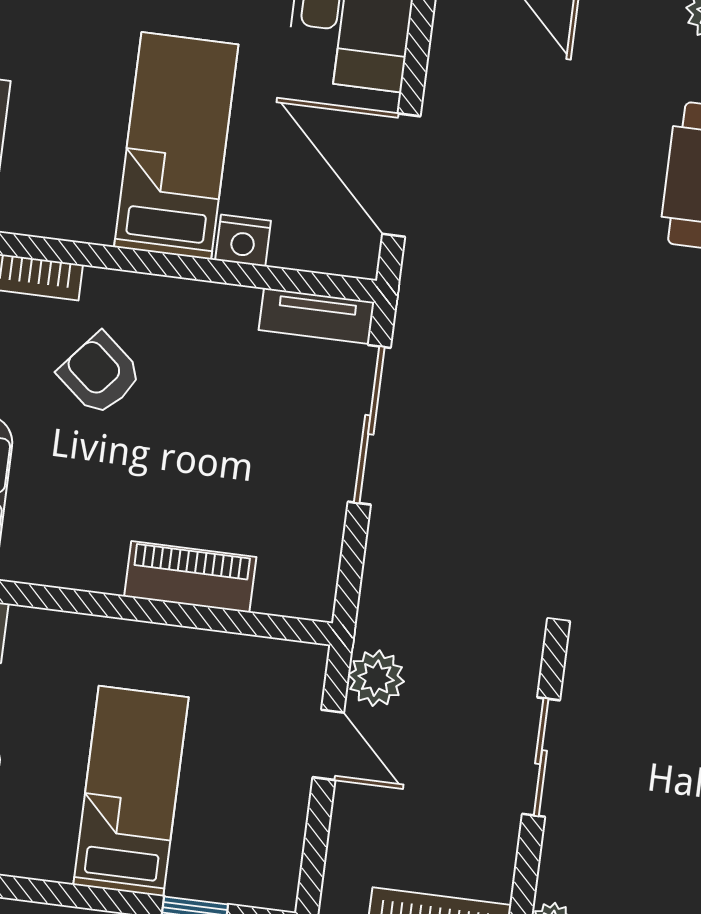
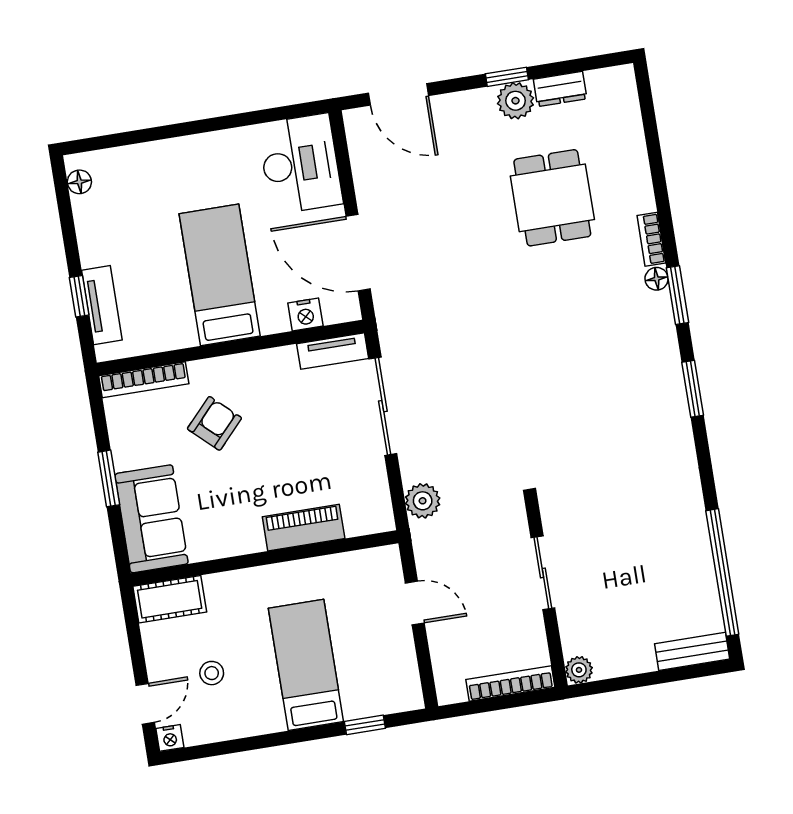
nightstand: (243, 240) -> (305, 314), moved
armchair: (100, 374) -> (214, 423), turned 93
plant: (376, 678) -> (423, 501), moved

